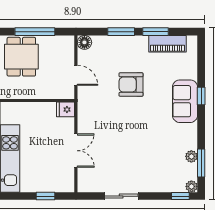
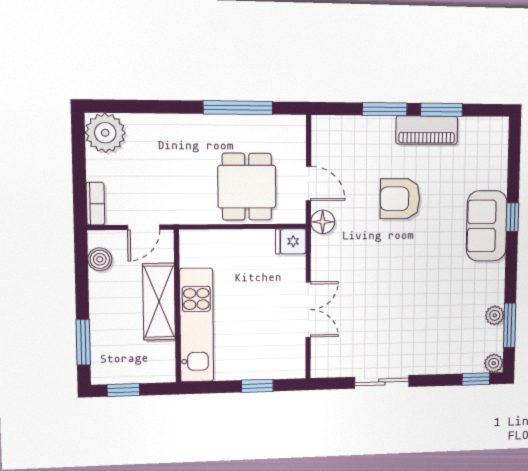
floor lamp: (84, 42) -> (323, 222), moved
piano: (168, 44) -> (427, 130), moved
dining table: (21, 57) -> (247, 187), moved

